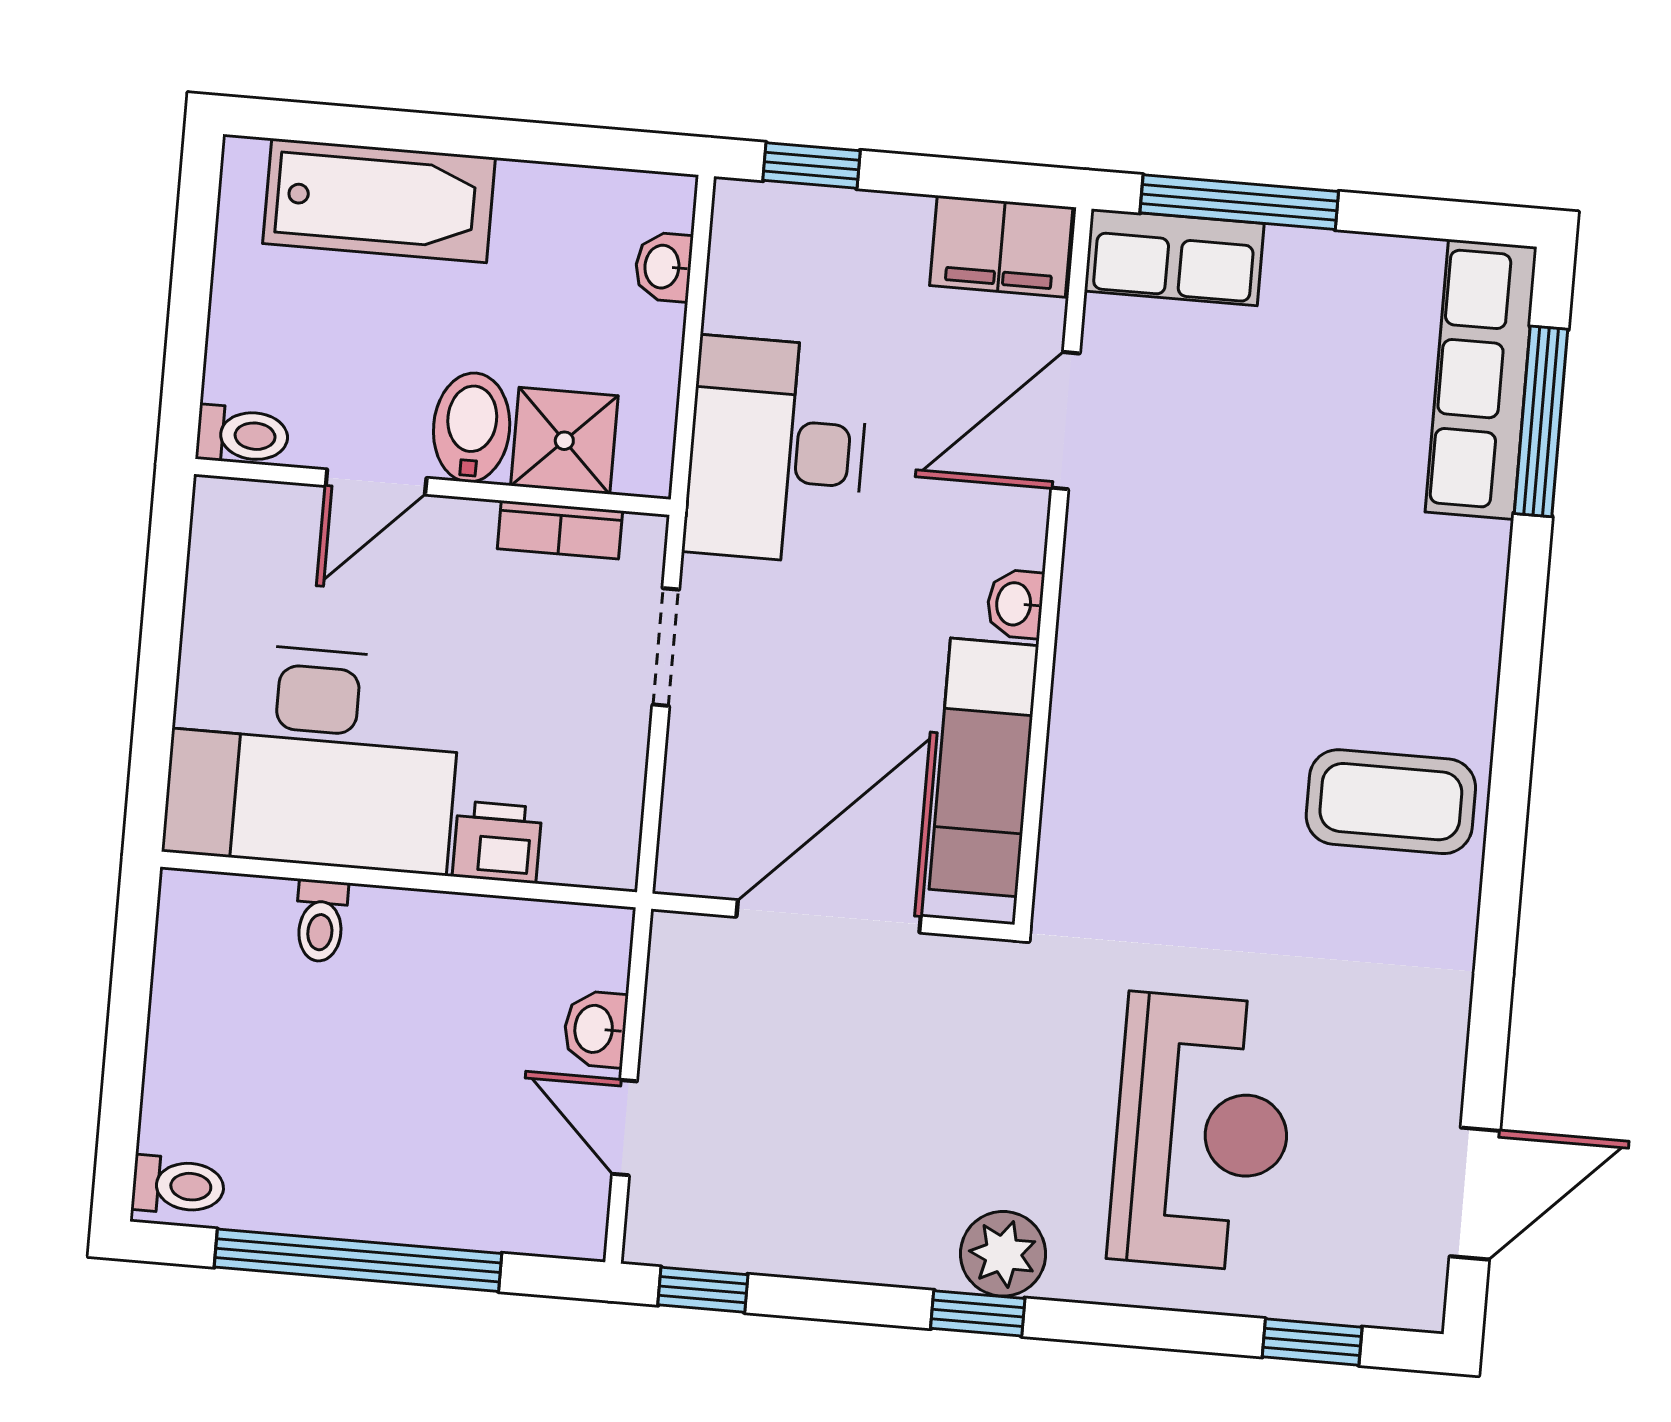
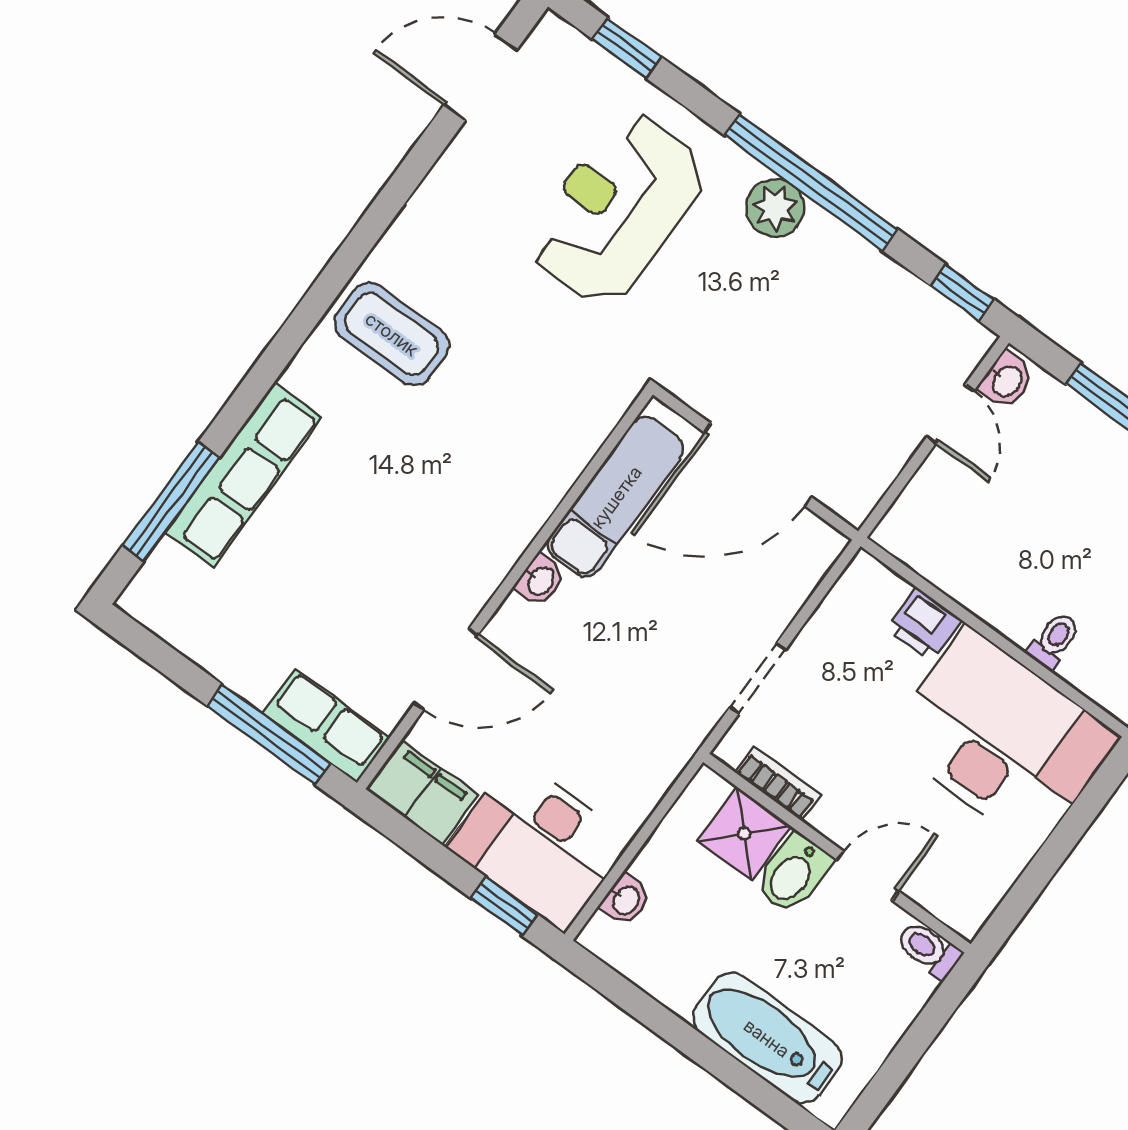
row of seats: (1481, 379) -> (244, 475), moved
desk: (776, 450) -> (539, 844), moved, turned 90
washbasin: (595, 1029) -> (1006, 380), moved
window: (978, 1313) -> (811, 182), width x3.17

